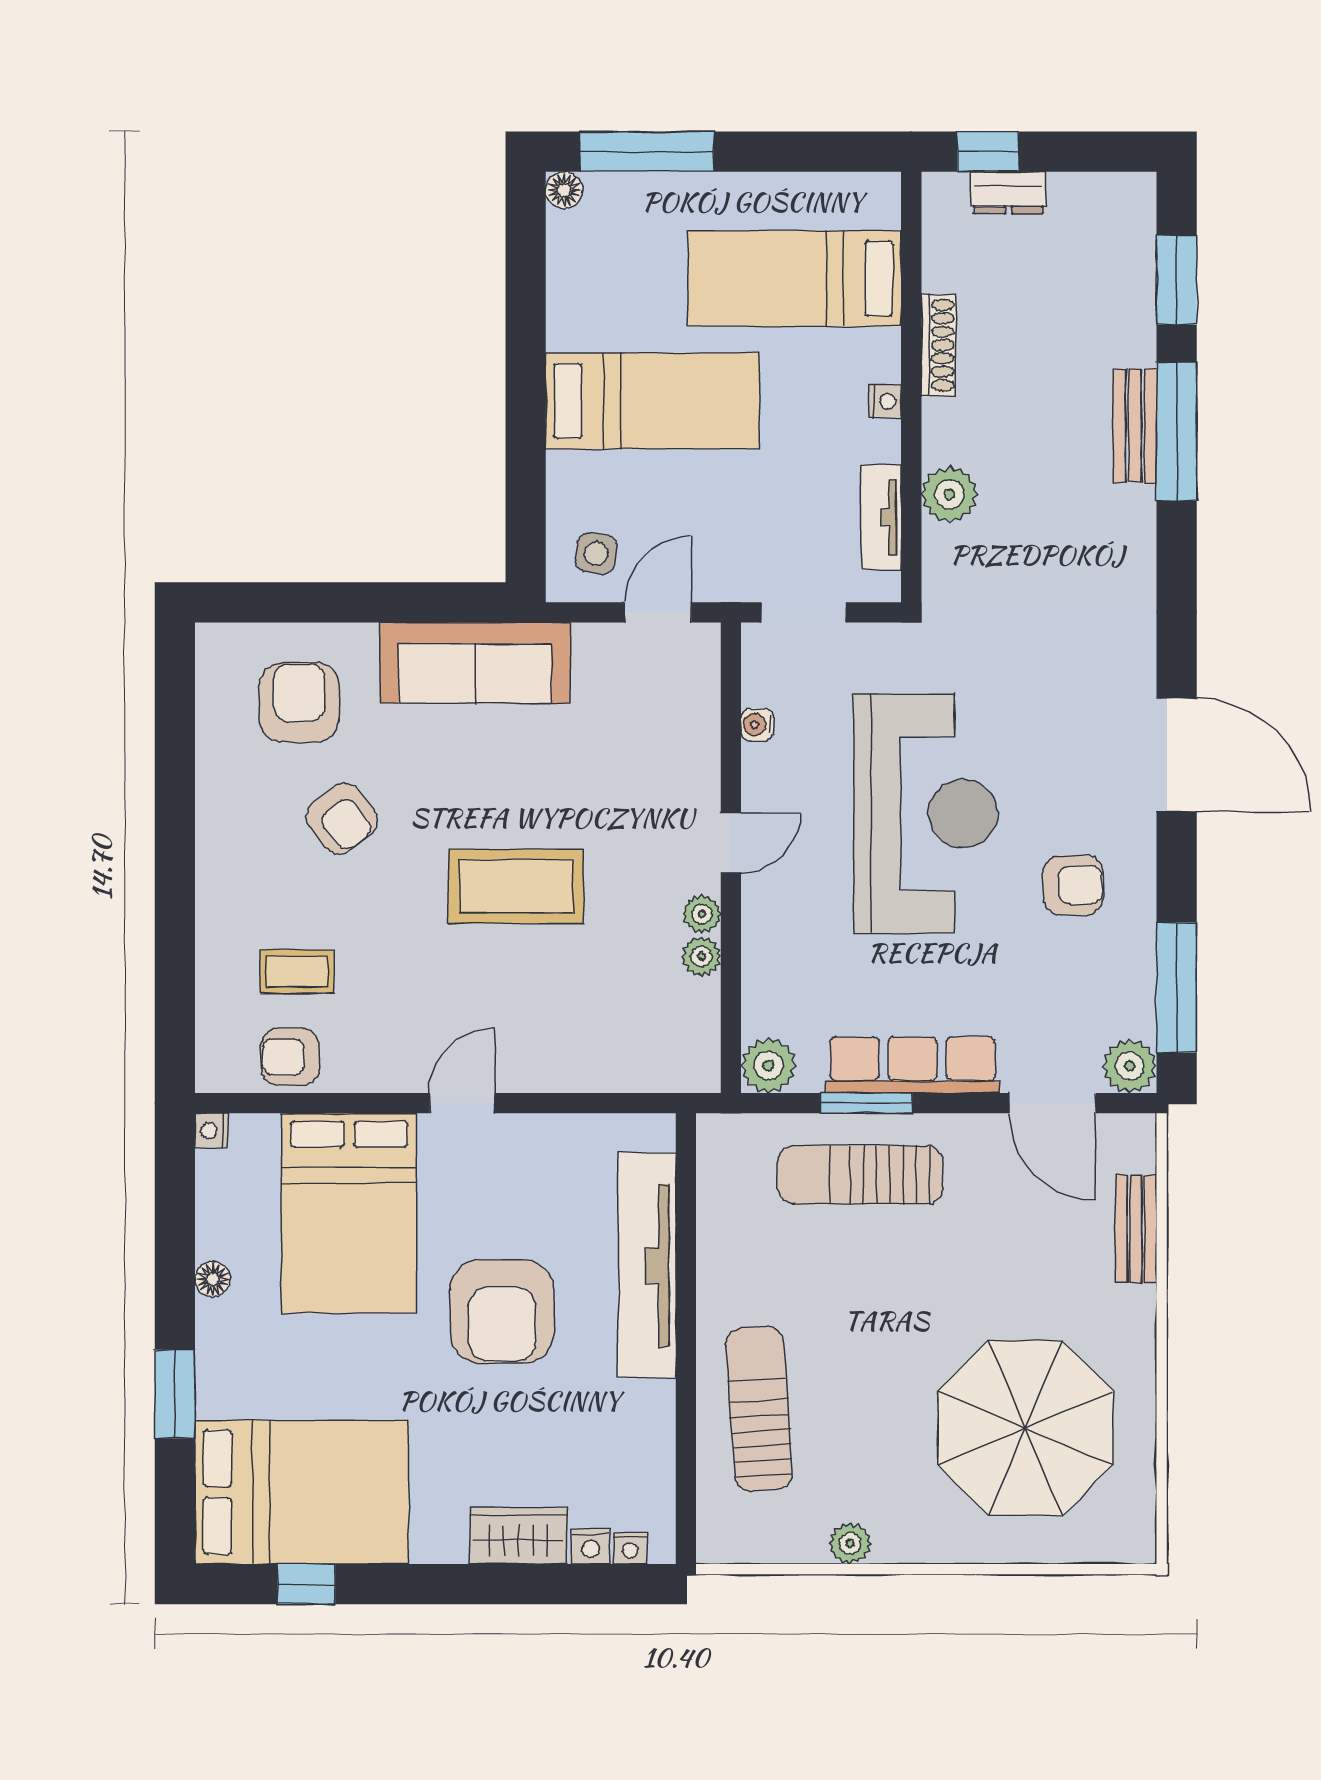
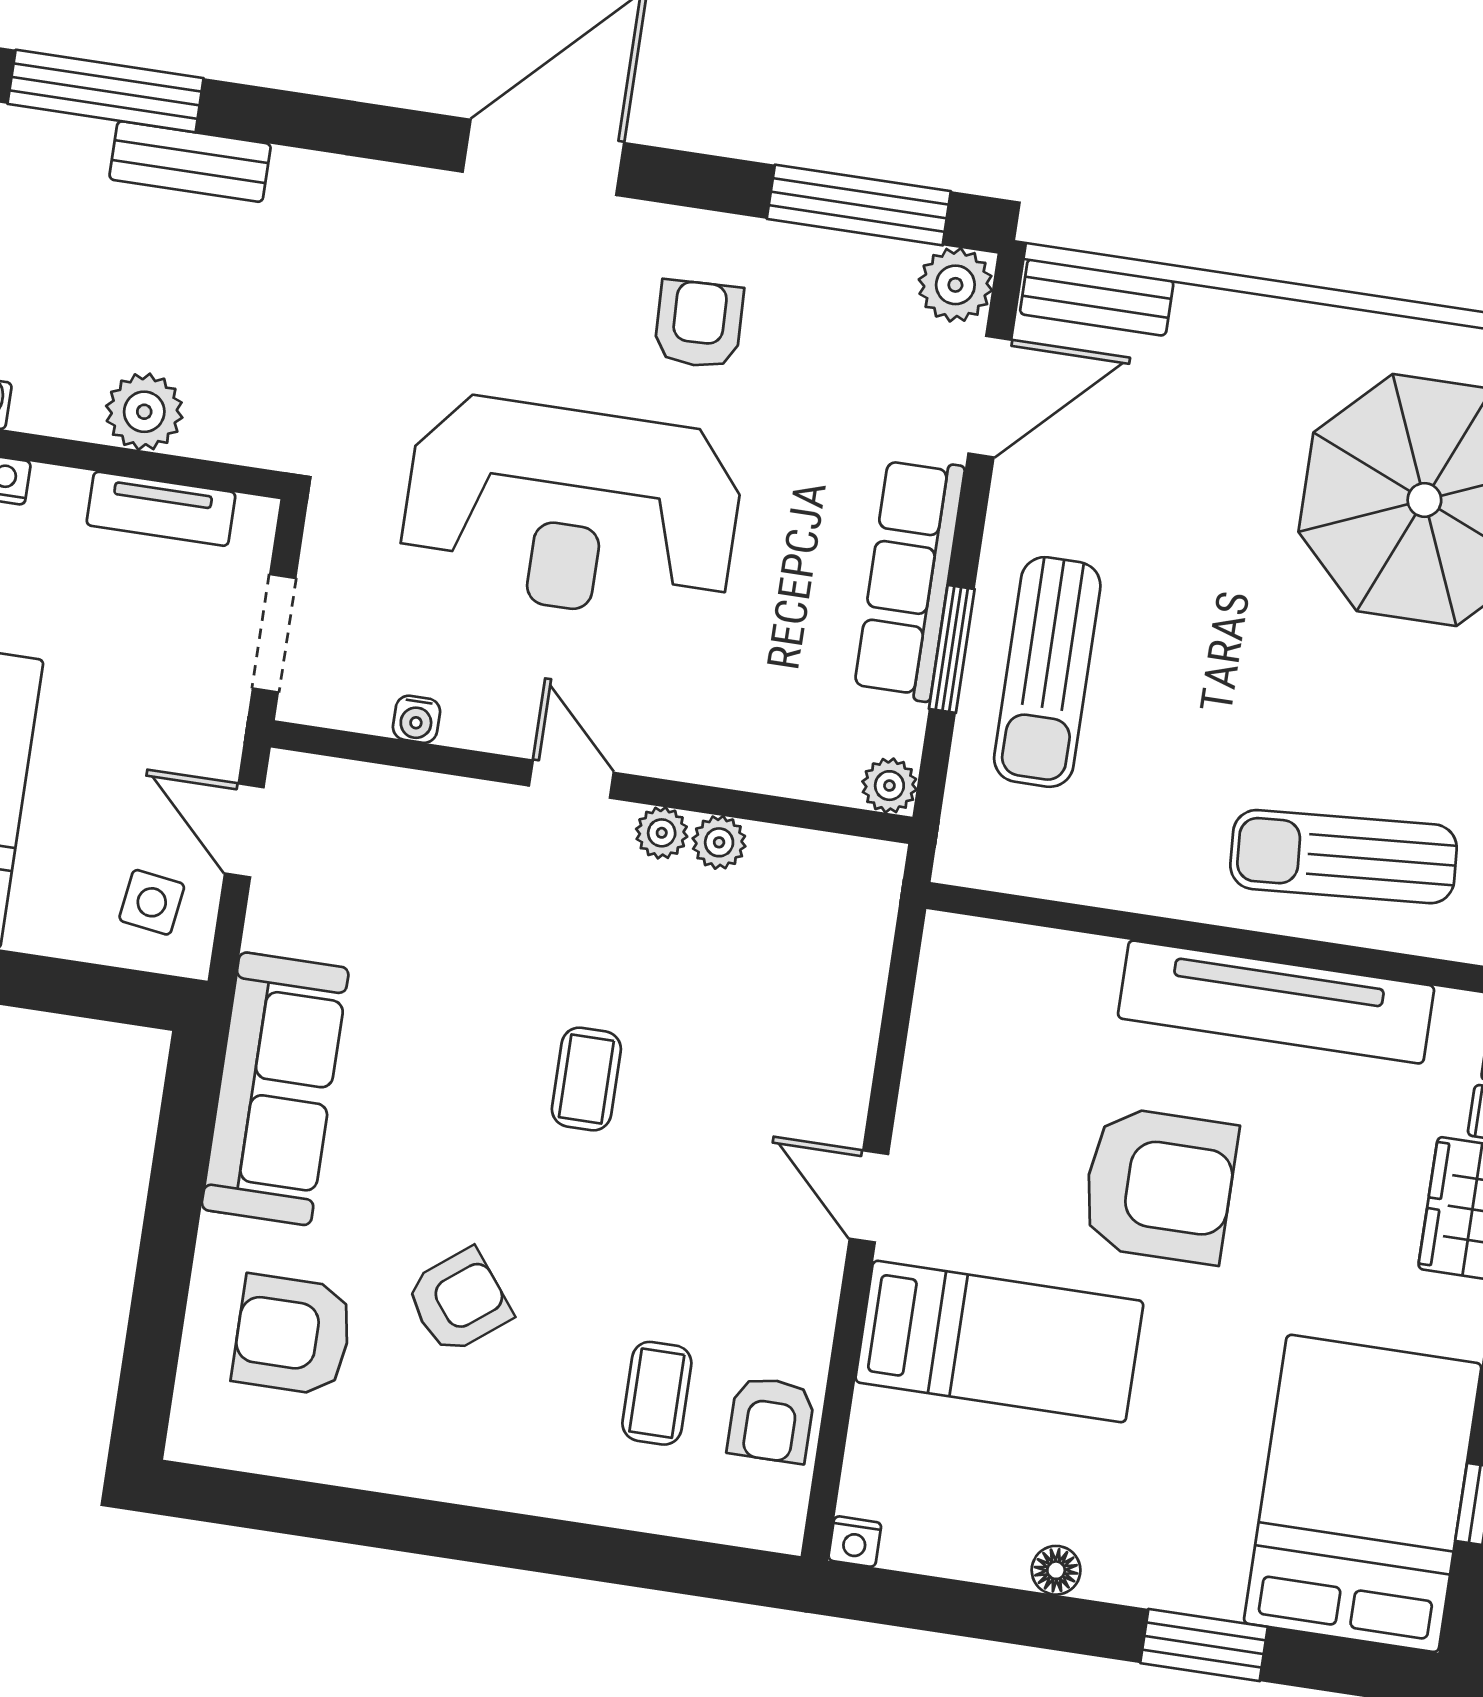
bench: (1135, 426) -> (190, 162), moved
reception desk: (926, 814) -> (572, 509), turned 180
coffee table: (516, 886) -> (586, 1079), width x0.54, depth x0.58
plant: (768, 1066) -> (889, 786), width x0.73, depth x0.73
bed: (349, 1213) -> (999, 1342), width x0.67
bench: (1136, 1229) -> (1097, 297), moved
tv unit: (647, 1265) -> (1276, 1002), moved

